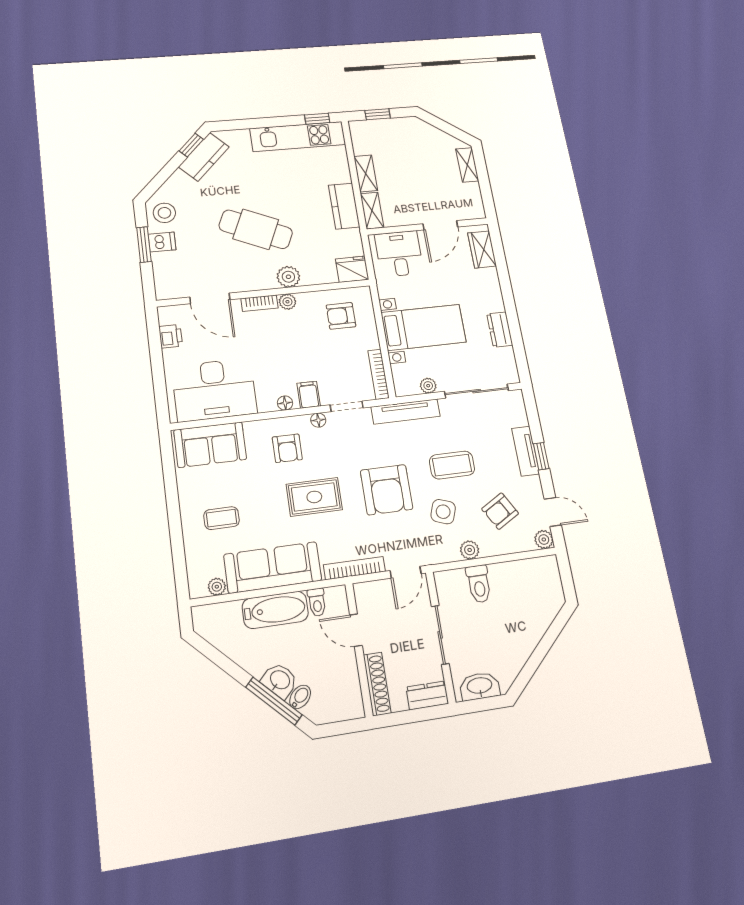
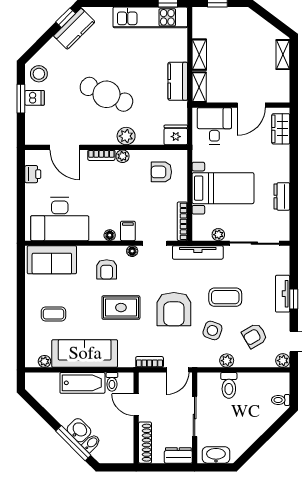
bookcase: (354, 568) -> (150, 362), width x0.64
toilet: (552, 594) -> (281, 400), added

